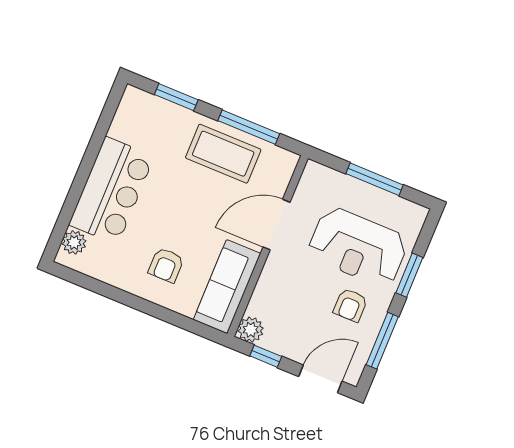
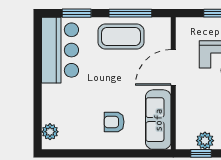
bar counter: (111, 191) -> (60, 50), moved
armchair: (166, 265) -> (114, 122), turned 90
plant: (251, 330) -> (205, 141), moved

